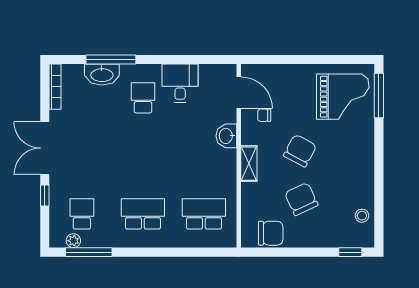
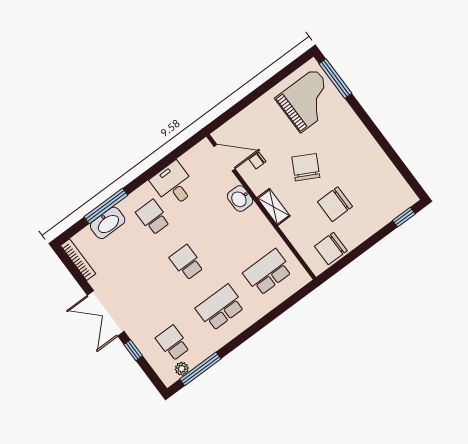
school desk: (143, 156) -> (187, 262), added
chair: (301, 199) -> (335, 204), turned -65
stool: (362, 216) -> (392, 182), removed
chair: (271, 233) -> (331, 248), turned 180

